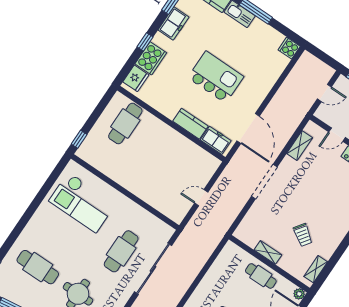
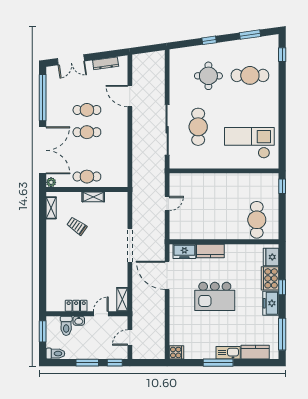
freezer: (173, 23) -> (271, 303), moved
shelving: (300, 146) -> (122, 299), moved

